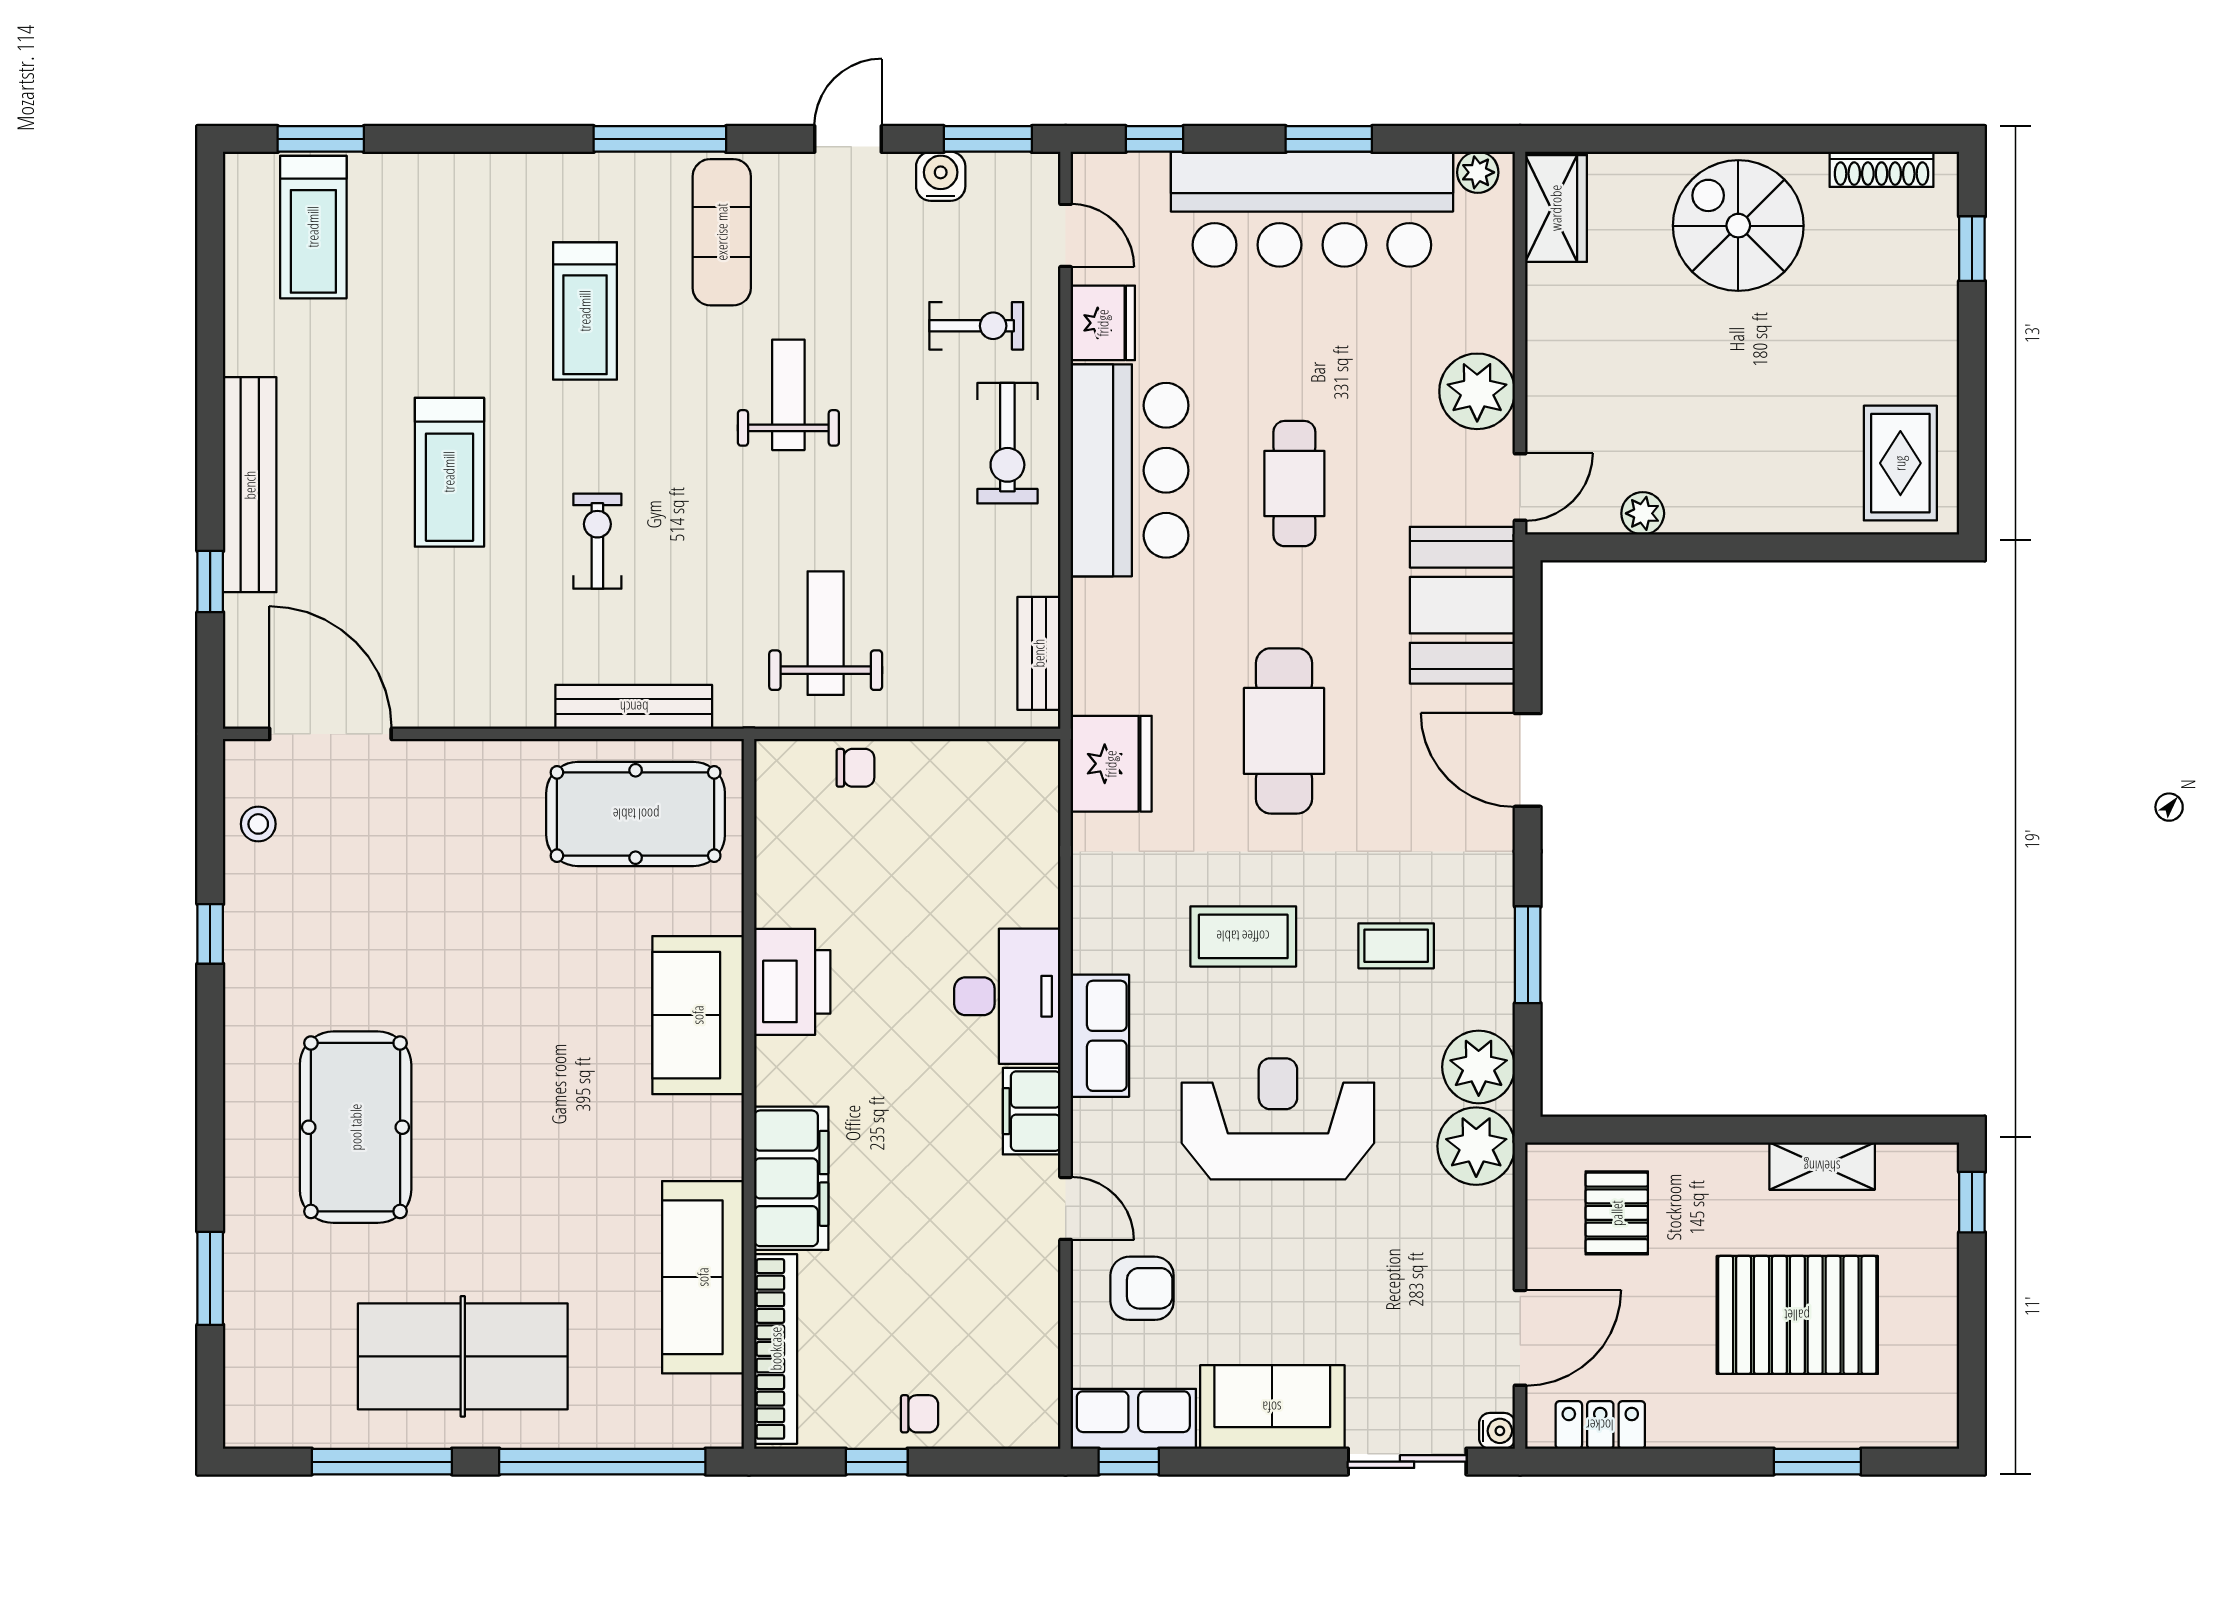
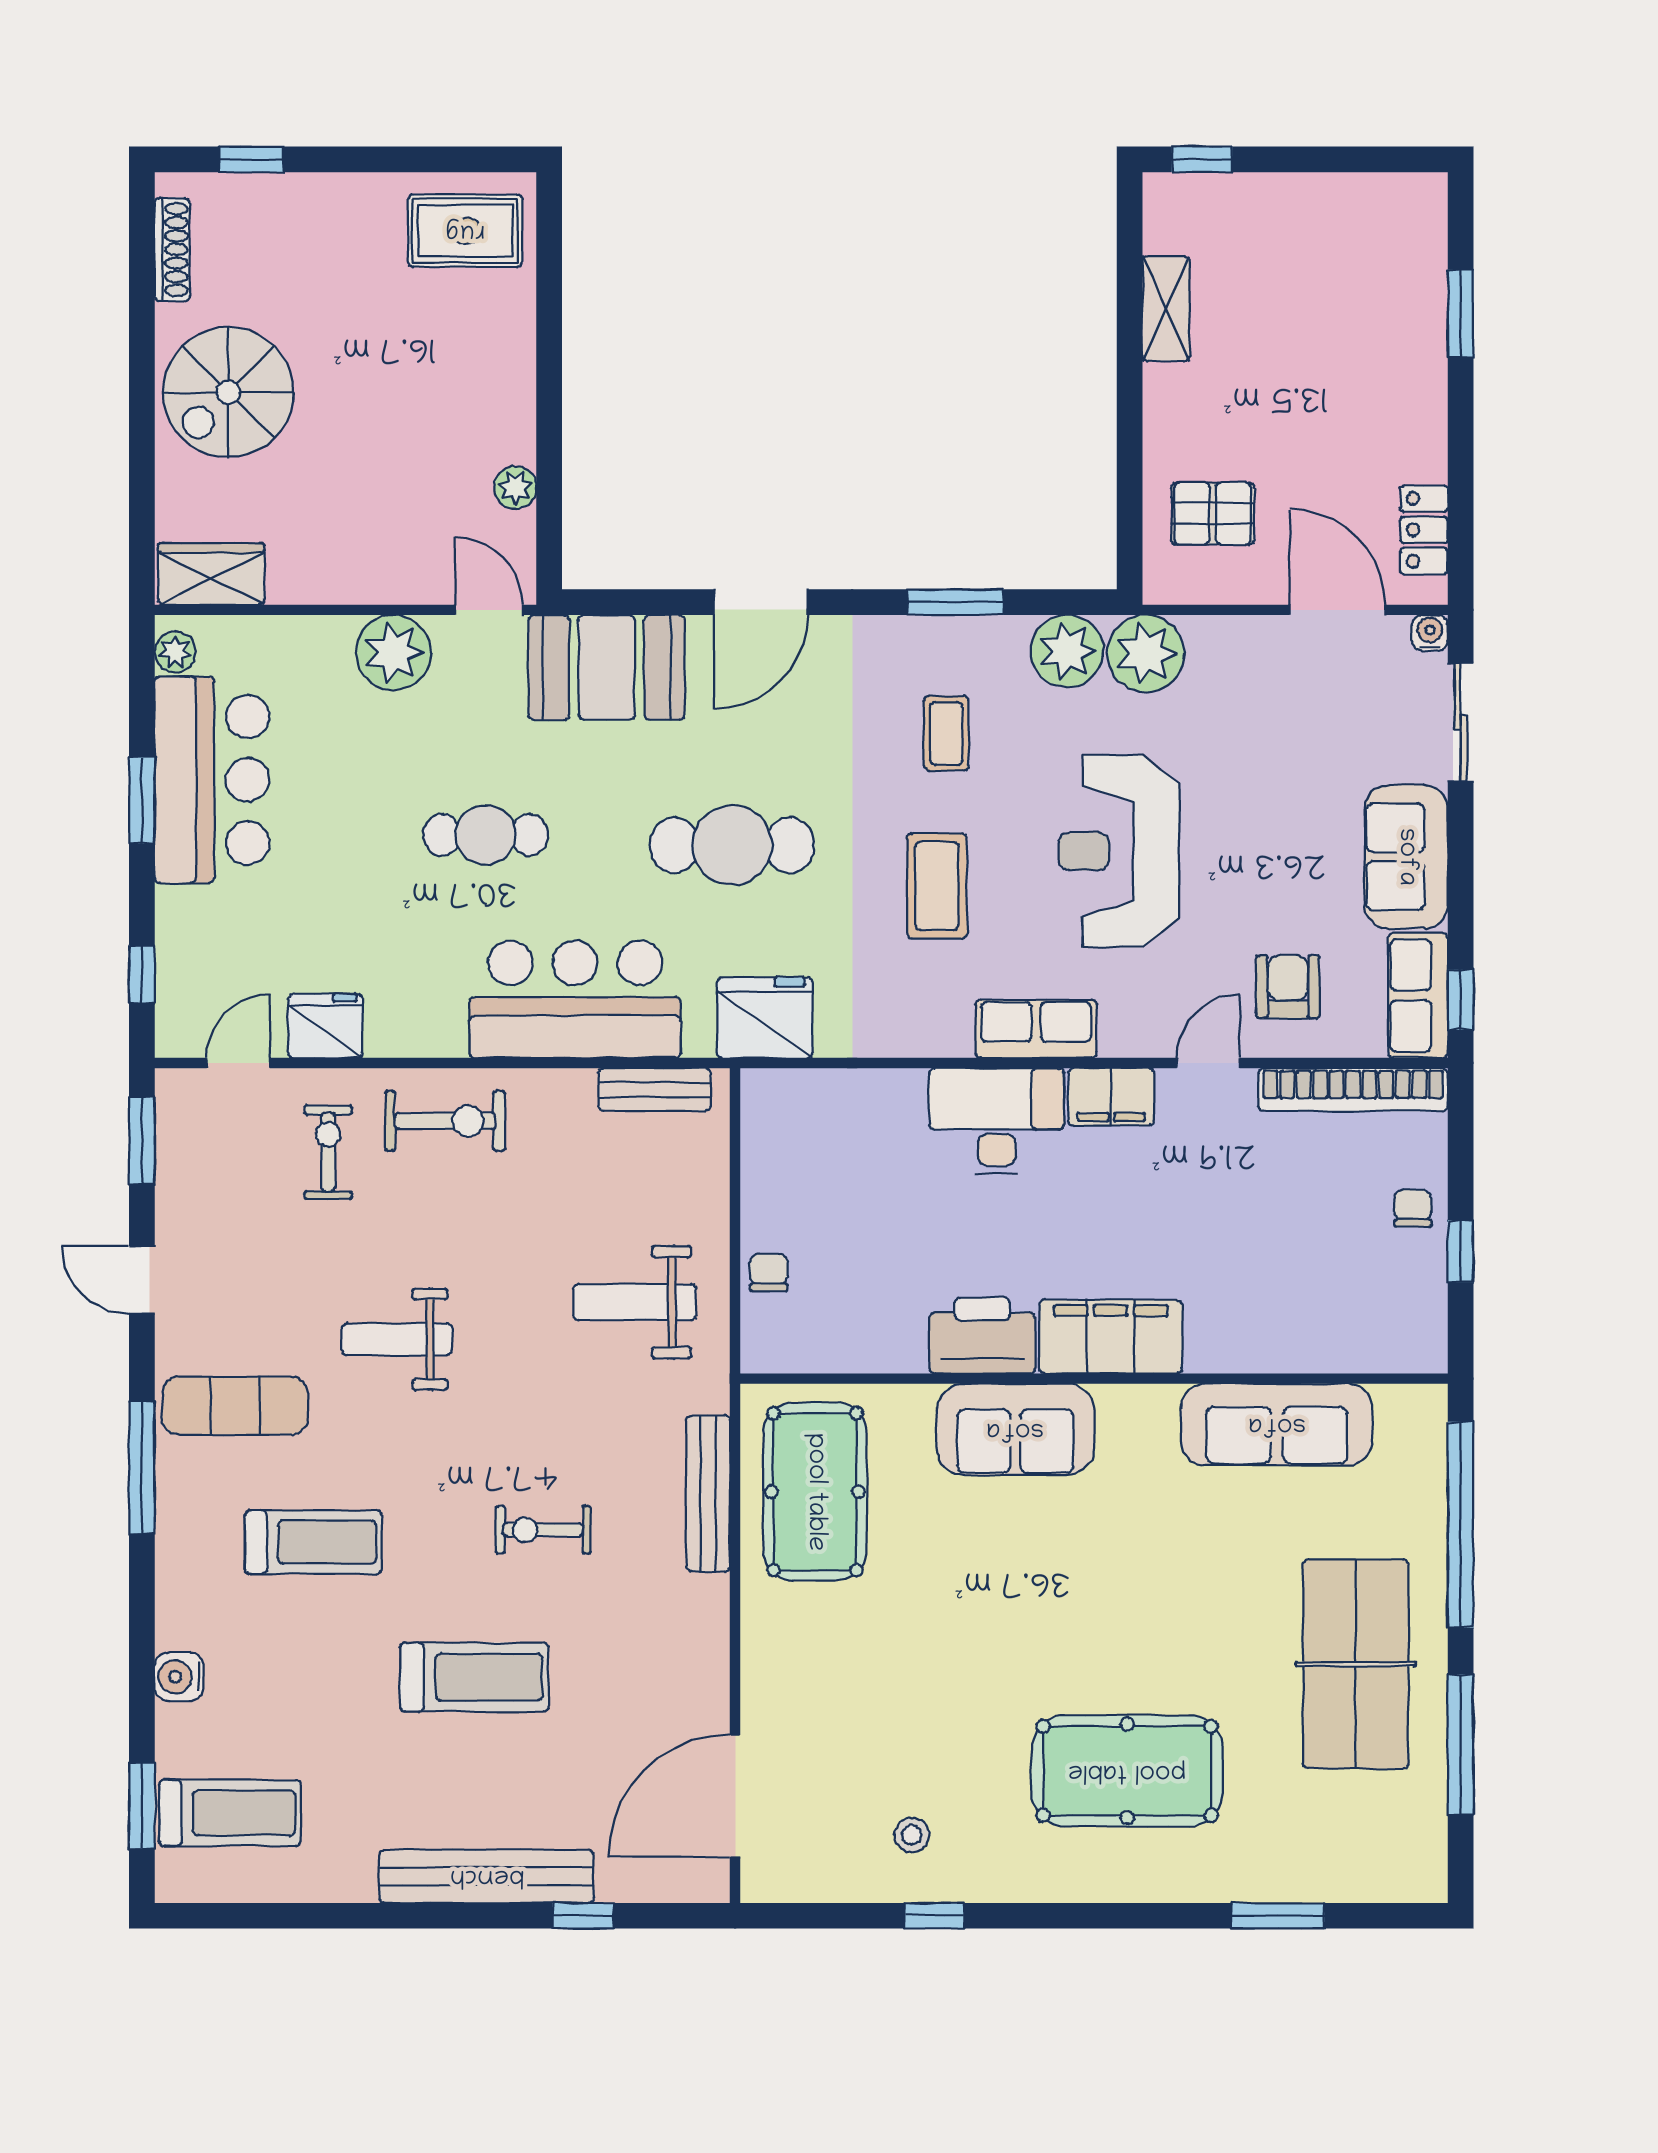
water cooler: (941, 176) -> (179, 1677), moved
bar counter: (1312, 209) -> (212, 780), width x0.73
bar counter: (1130, 470) -> (575, 999), moved
stool: (258, 824) -> (912, 1835), moved
filing cabinet: (791, 1178) -> (1111, 1336), moved
pallet: (1797, 1315) -> (1314, 333), removed
bookcase: (776, 1349) -> (1353, 1090), moved, turned 180

